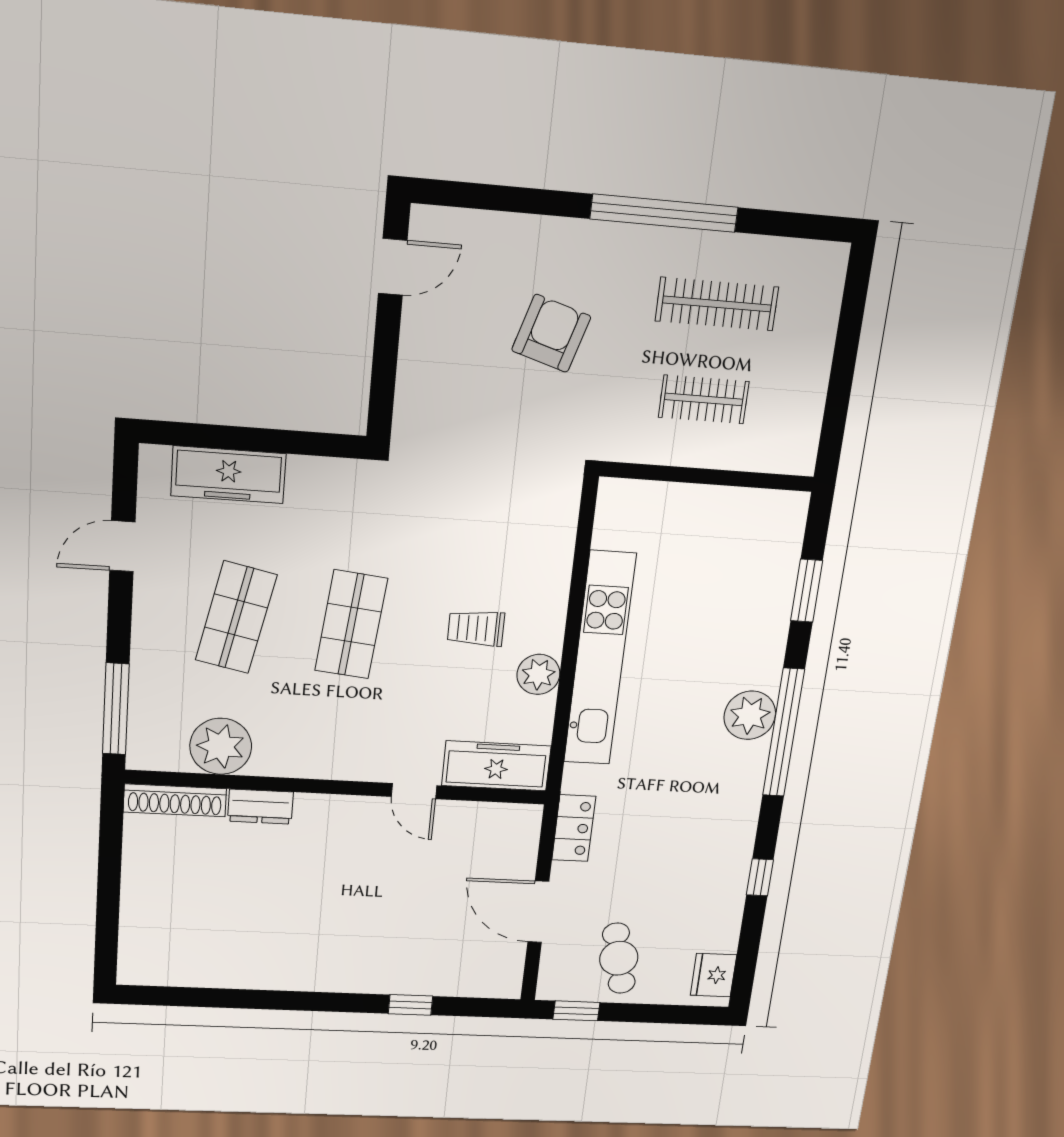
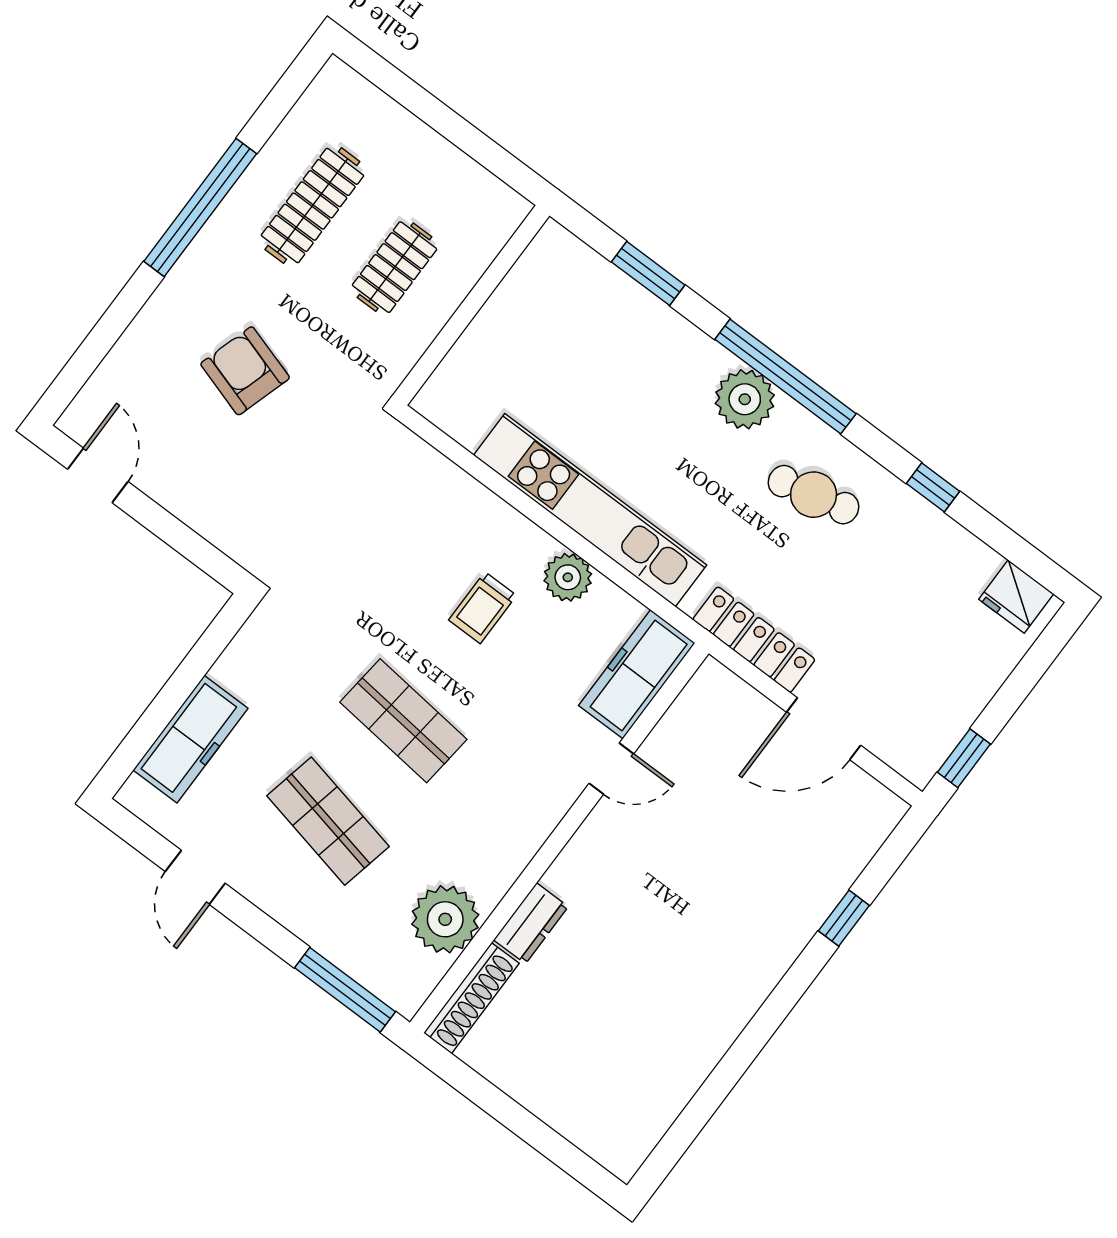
locker: (574, 828) -> (754, 640), width x1.53
cafe table: (619, 958) -> (814, 495), moved

